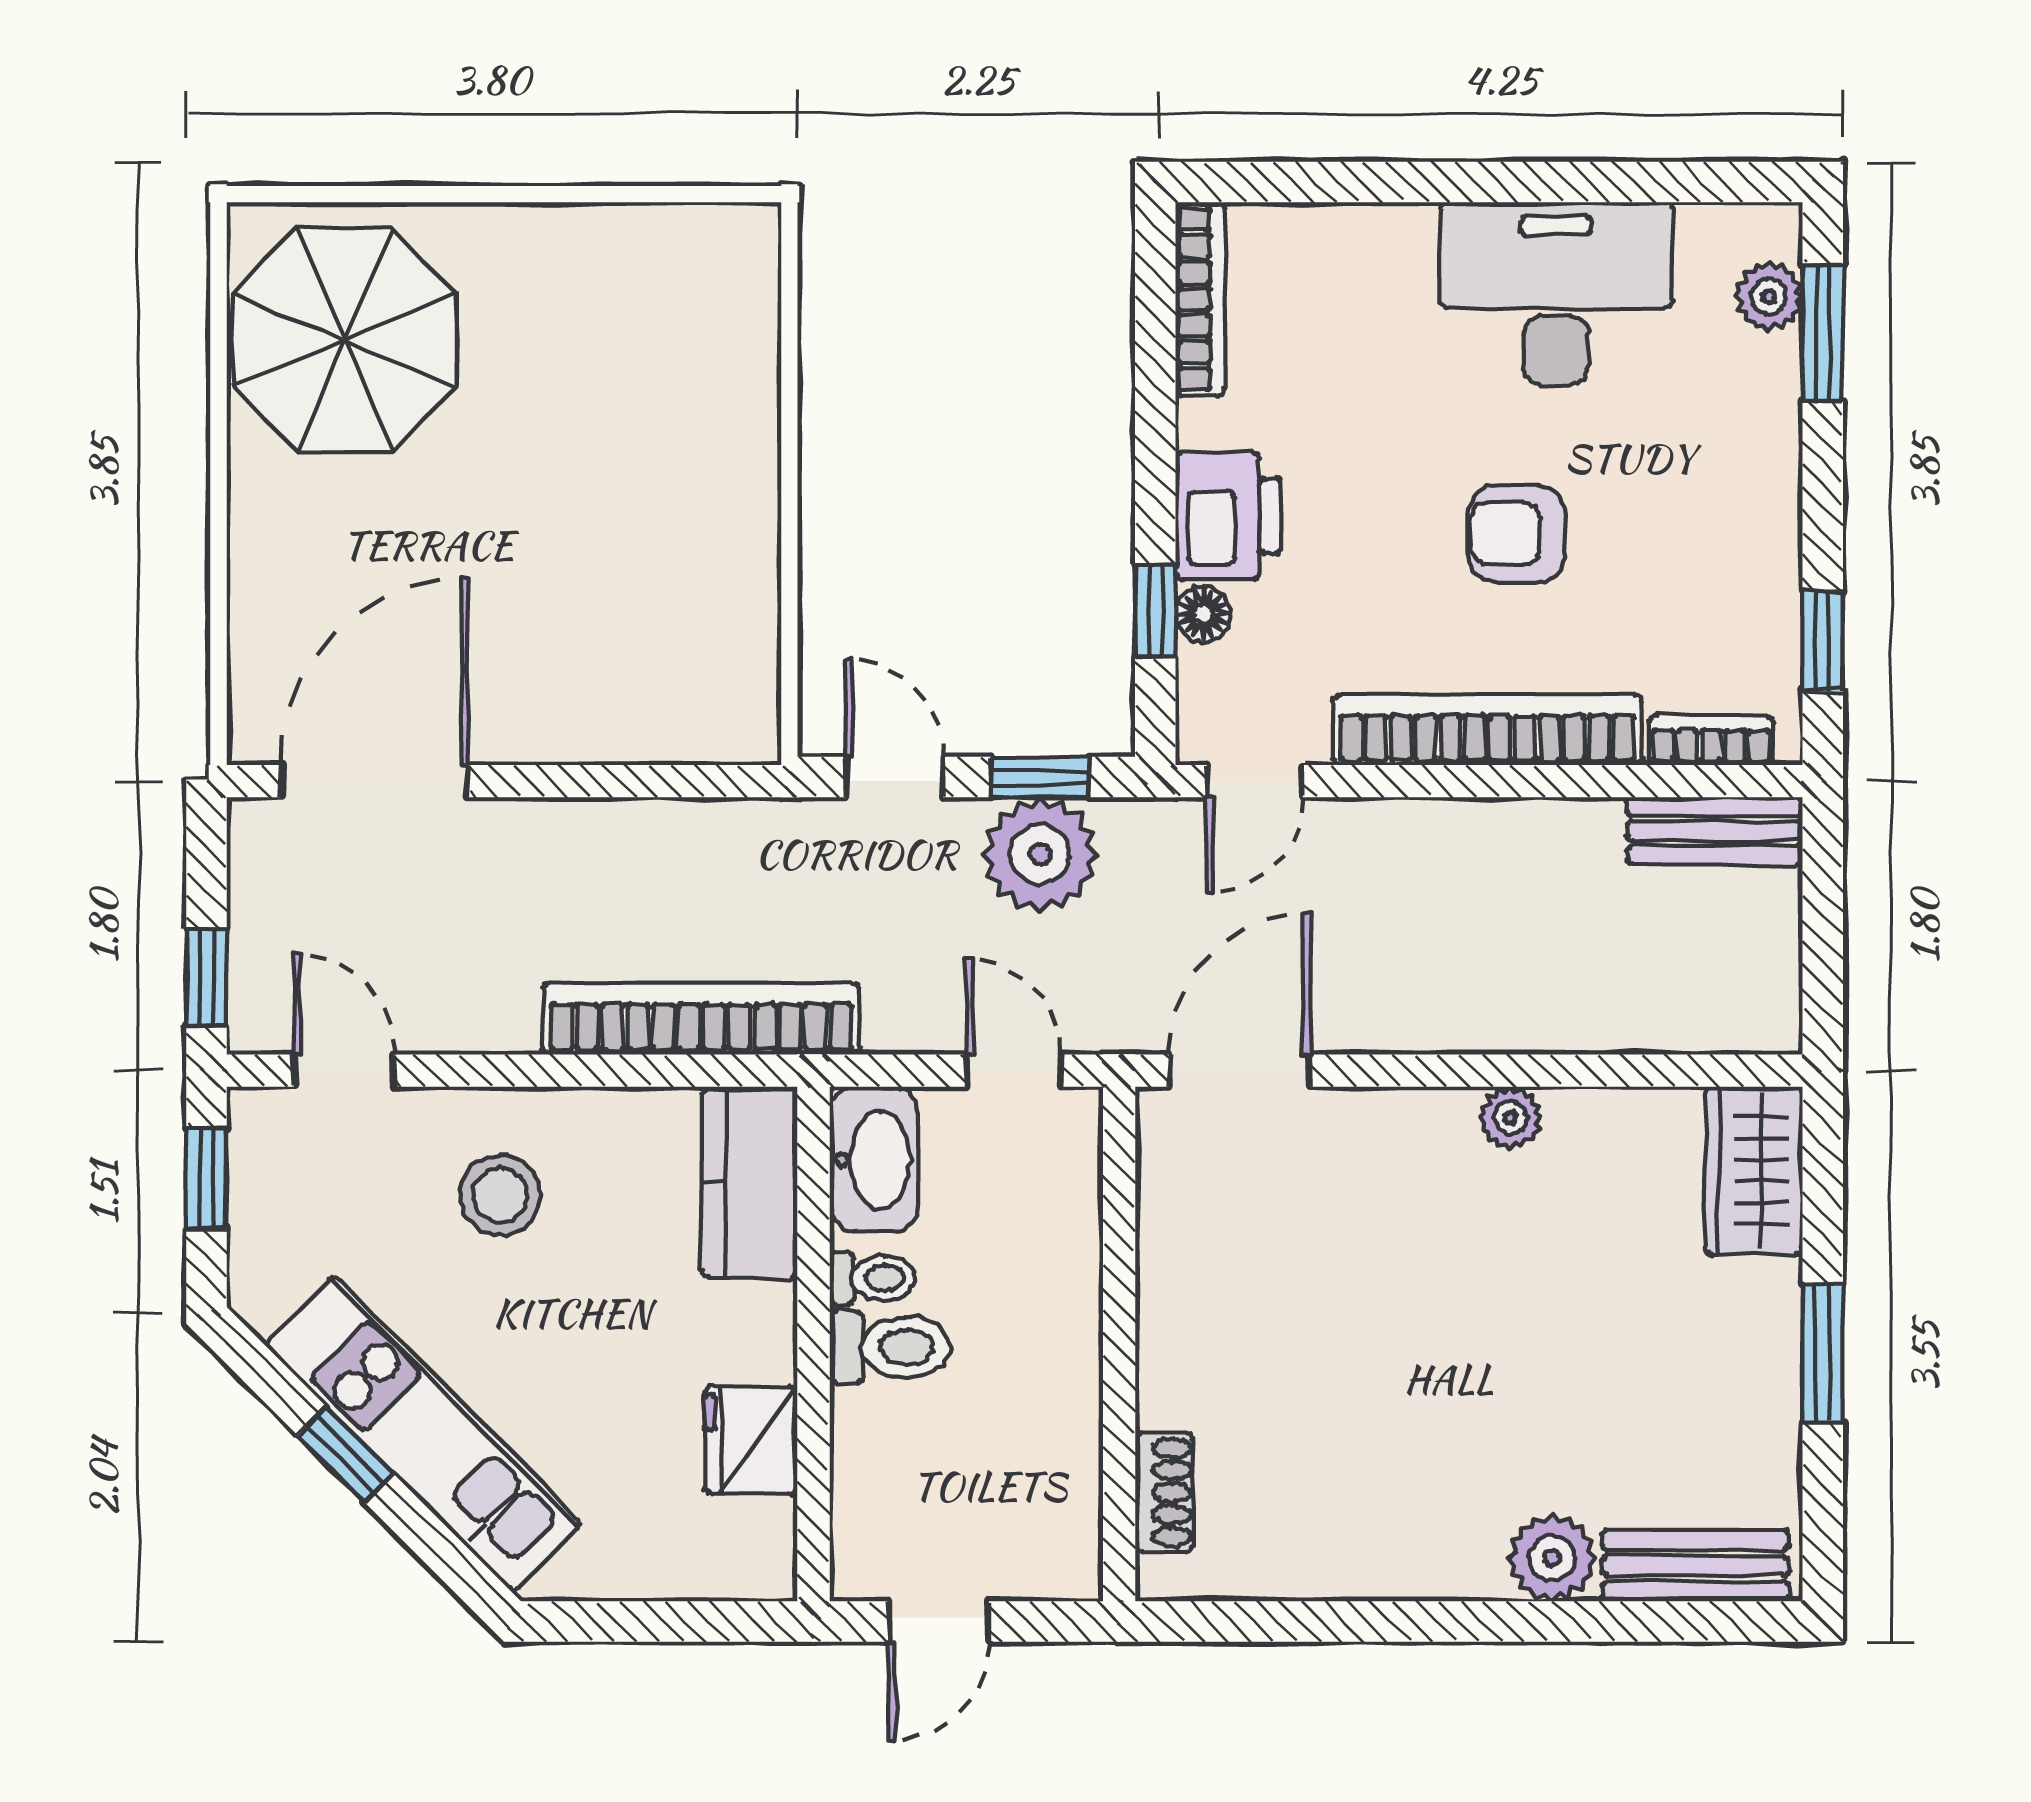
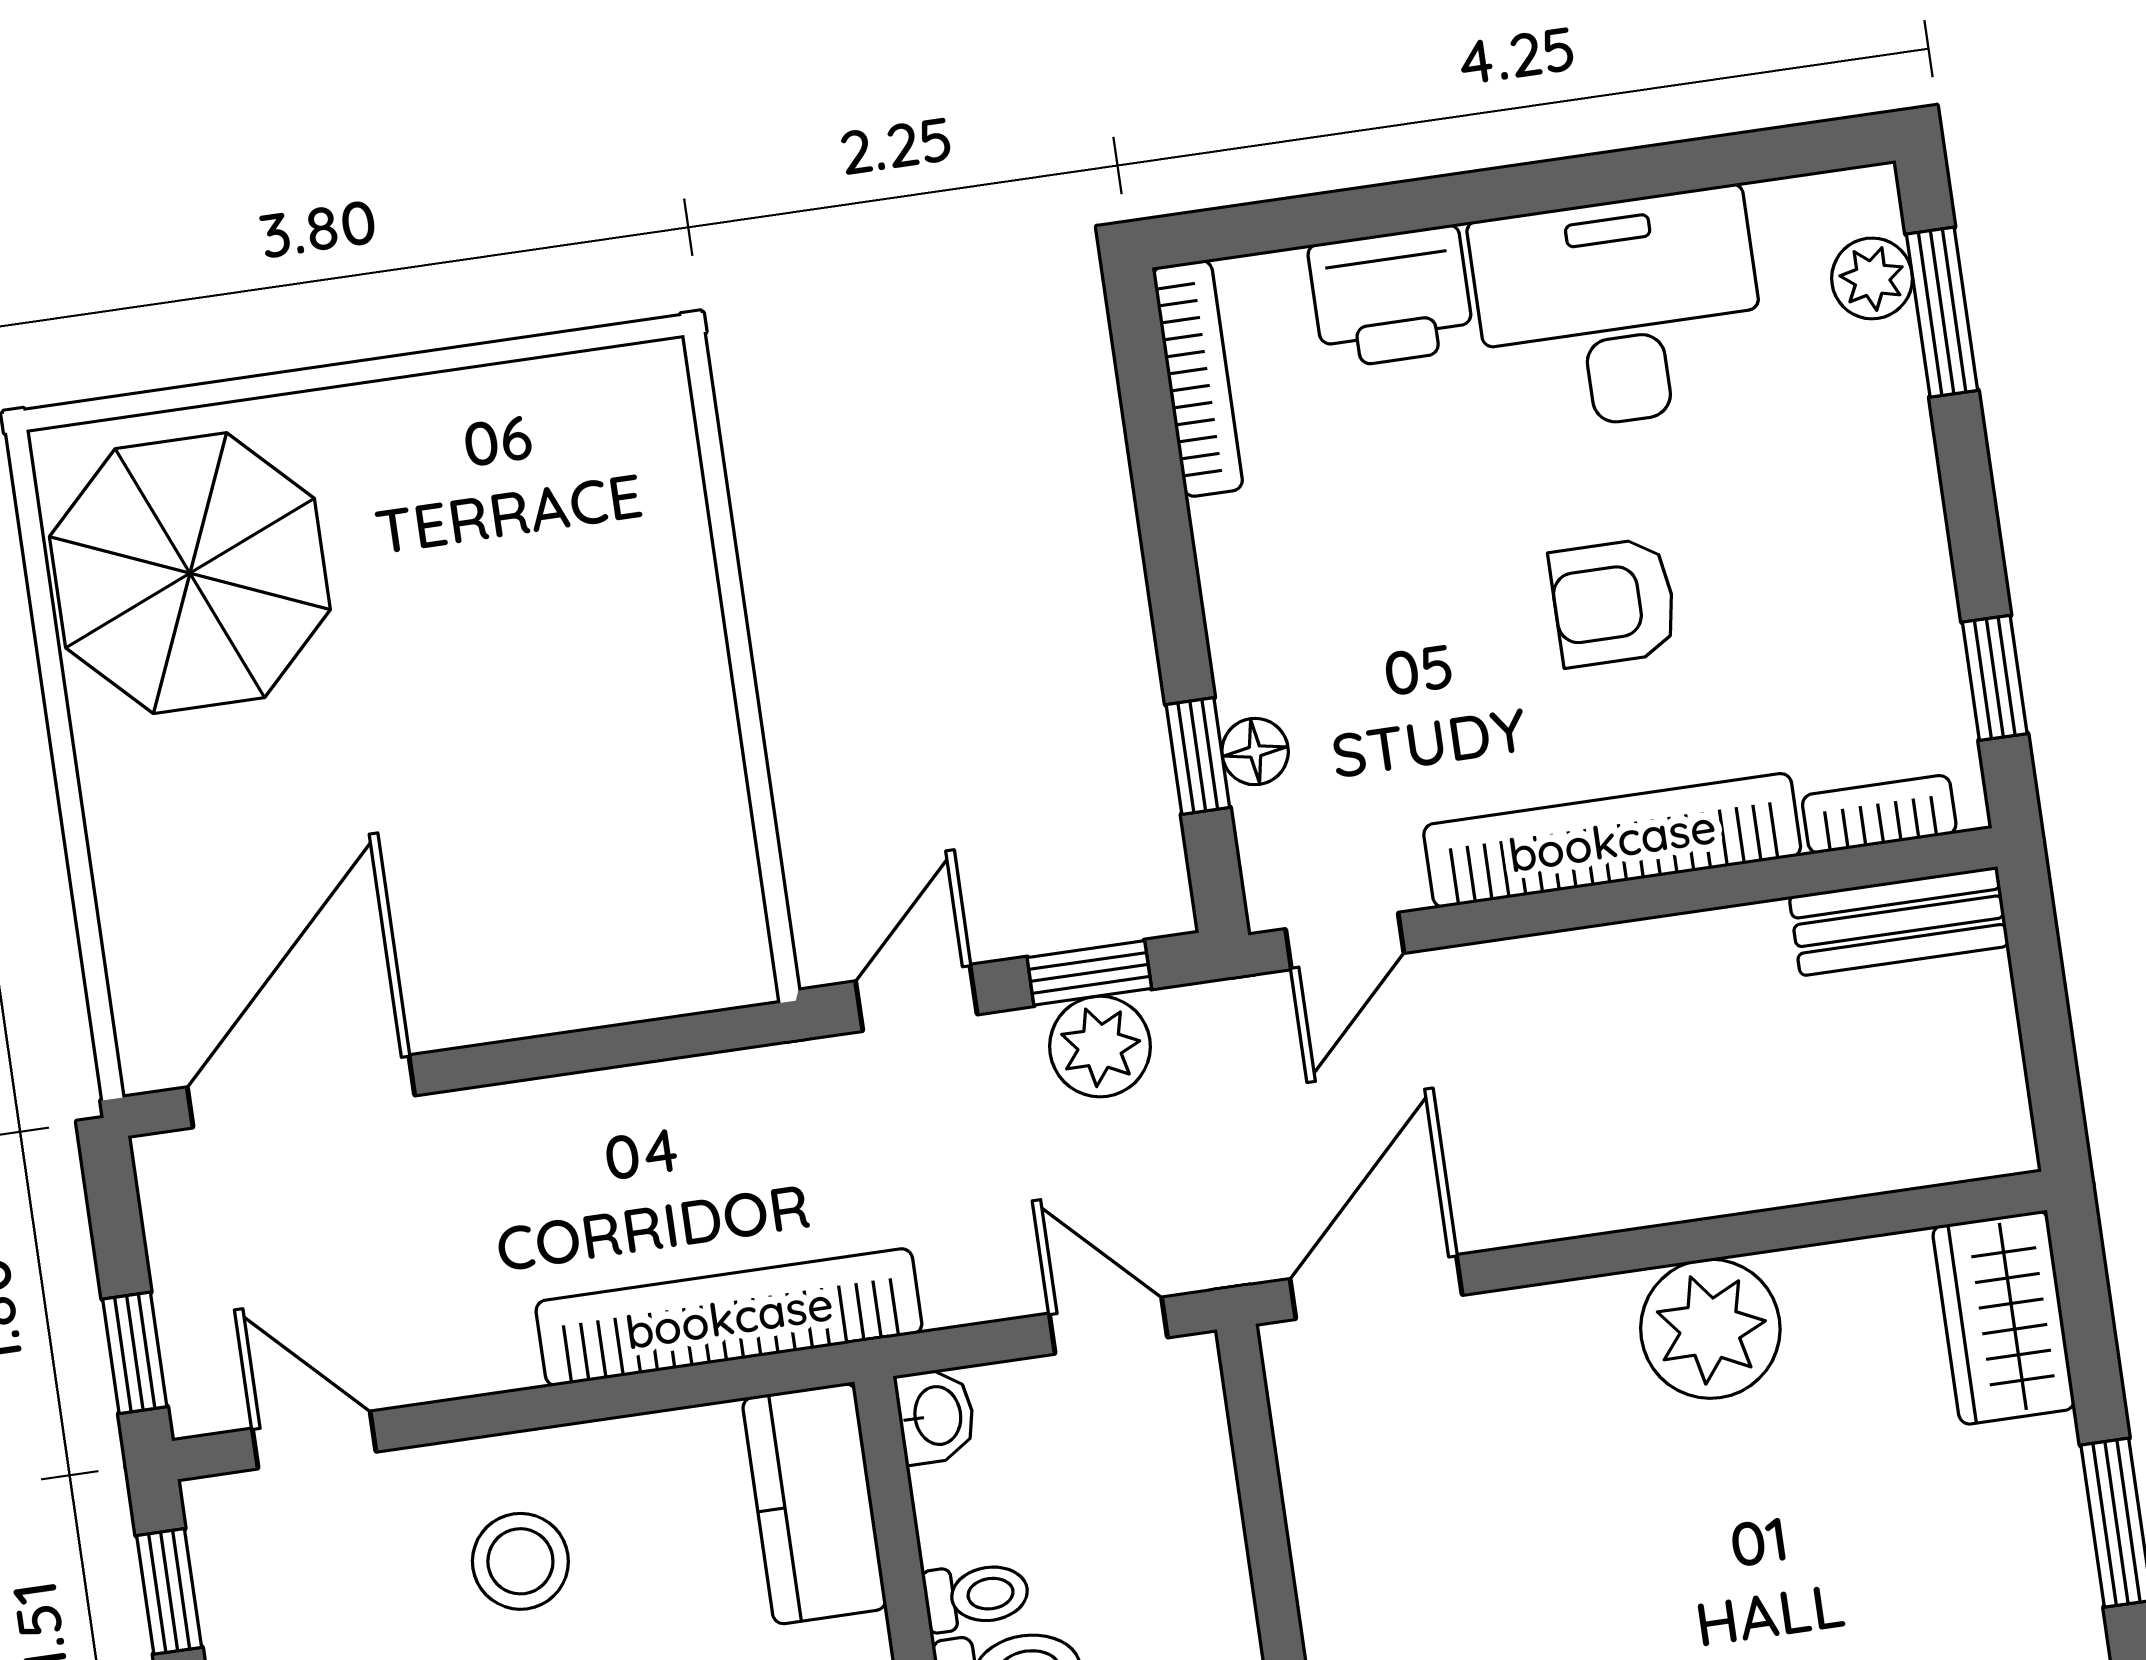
printer: (1228, 516) -> (1391, 297), moved, turned 90
door: (894, 777) -> (916, 998), hinge flipped
plant: (1040, 854) -> (1100, 1047), width x0.73, depth x0.73
plant: (1510, 1118) -> (1710, 1329), width x1.88, depth x1.88
washbasin: (874, 1159) -> (936, 1416), width x0.52, depth x0.69

